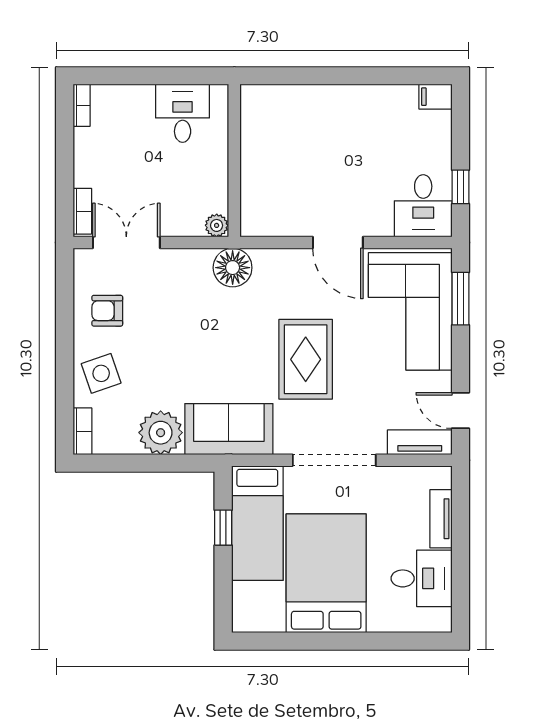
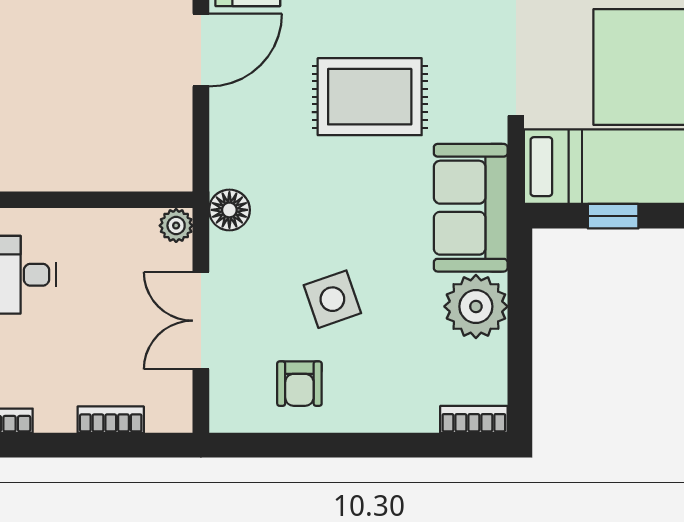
bookcase: (82, 211) -> (111, 420), moved
double door: (126, 243) -> (201, 321), moved
floor lamp: (233, 268) -> (229, 210), width x0.73, depth x0.73
side table: (101, 373) -> (332, 299), moved

